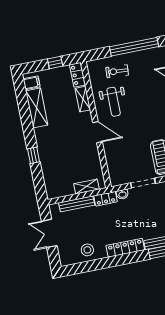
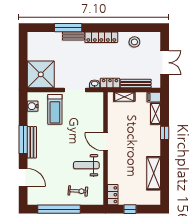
filing cabinet: (32, 83) -> (154, 97), moved
shelving: (83, 99) -> (156, 114), moved
weight bench: (114, 102) -> (86, 165), turned -90

